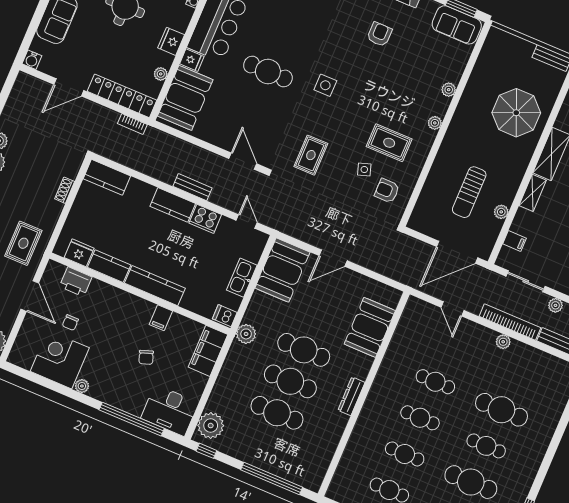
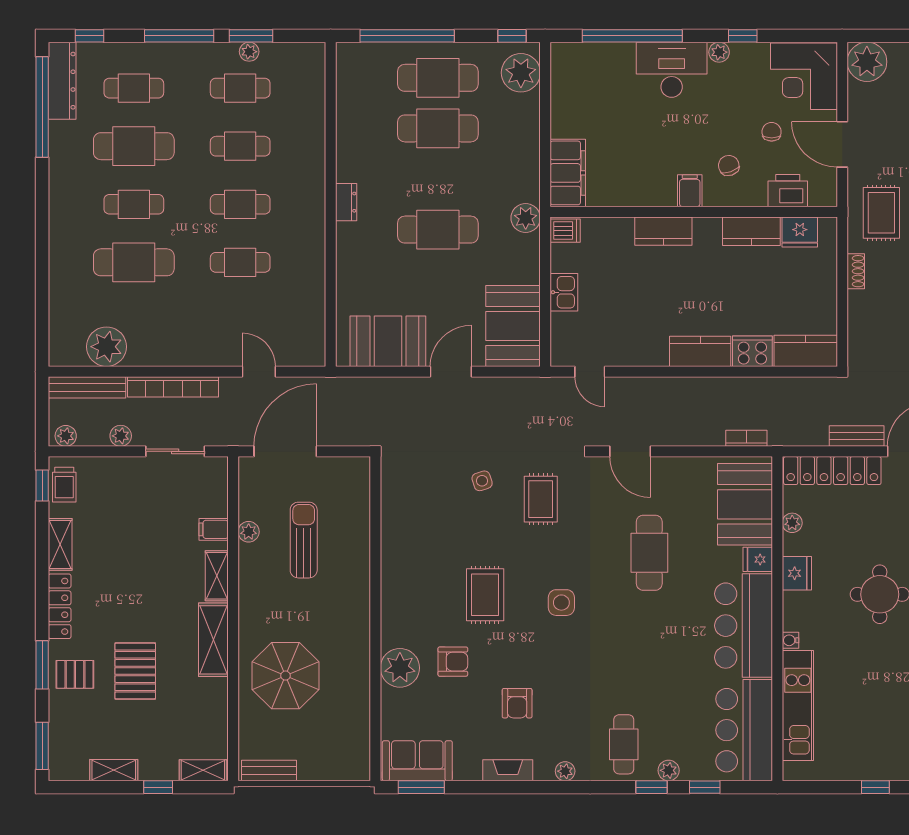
cafe table: (268, 72) -> (649, 553), moved, turned 90
plant: (449, 90) -> (400, 668), width x1.87, depth x1.87
plant: (435, 123) -> (390, 615), removed
bookcase: (132, 124) -> (746, 438), moved
rug: (389, 143) -> (485, 595), moved, turned 90
side table: (364, 170) -> (482, 481), moved
bench: (192, 187) -> (857, 436), moved
shoe rack: (65, 190) -> (856, 271), moved
armchair: (387, 191) -> (453, 662), moved
cooker: (205, 219) -> (752, 351), moved
filing cabinet: (515, 241) -> (214, 529), moved
kitchen sink: (242, 278) -> (564, 292), width x0.73
kitchen counter: (155, 286) -> (663, 231), width x0.67
filing cabinet: (161, 318) -> (690, 191), moved
booth: (370, 327) -> (388, 341), moved, turned 90
plant: (503, 342) -> (106, 347), moved, width x1.88, depth x1.88
chair: (146, 357) -> (729, 166), moved
corner desk: (60, 360) -> (804, 76), moved, turned 90
cafe table: (290, 381) -> (438, 78), moved
window: (63, 390) -> (743, 36), added
dresser: (351, 396) -> (346, 202), width x0.70
desk: (170, 410) -> (672, 70), moved

